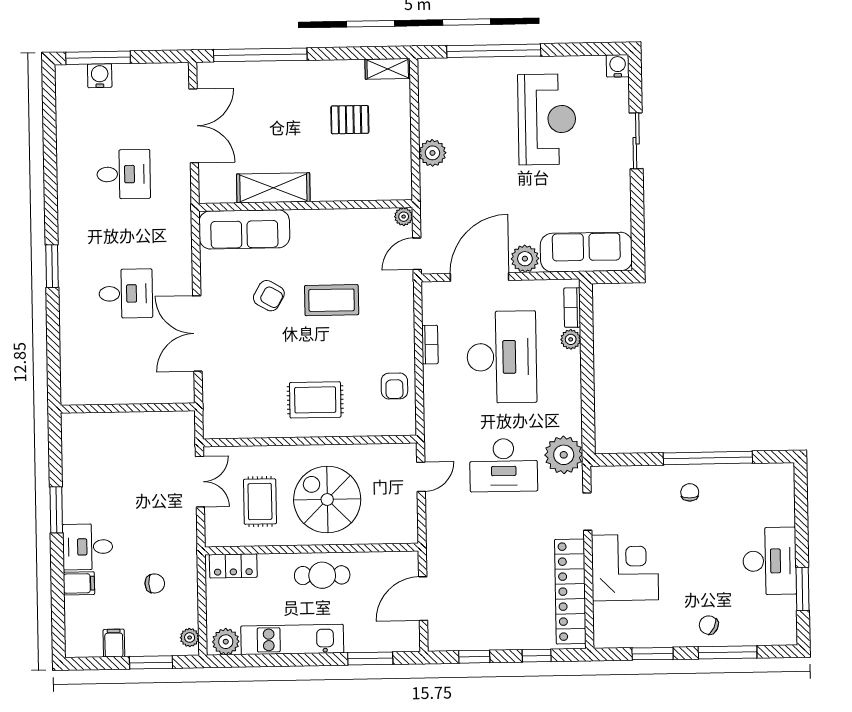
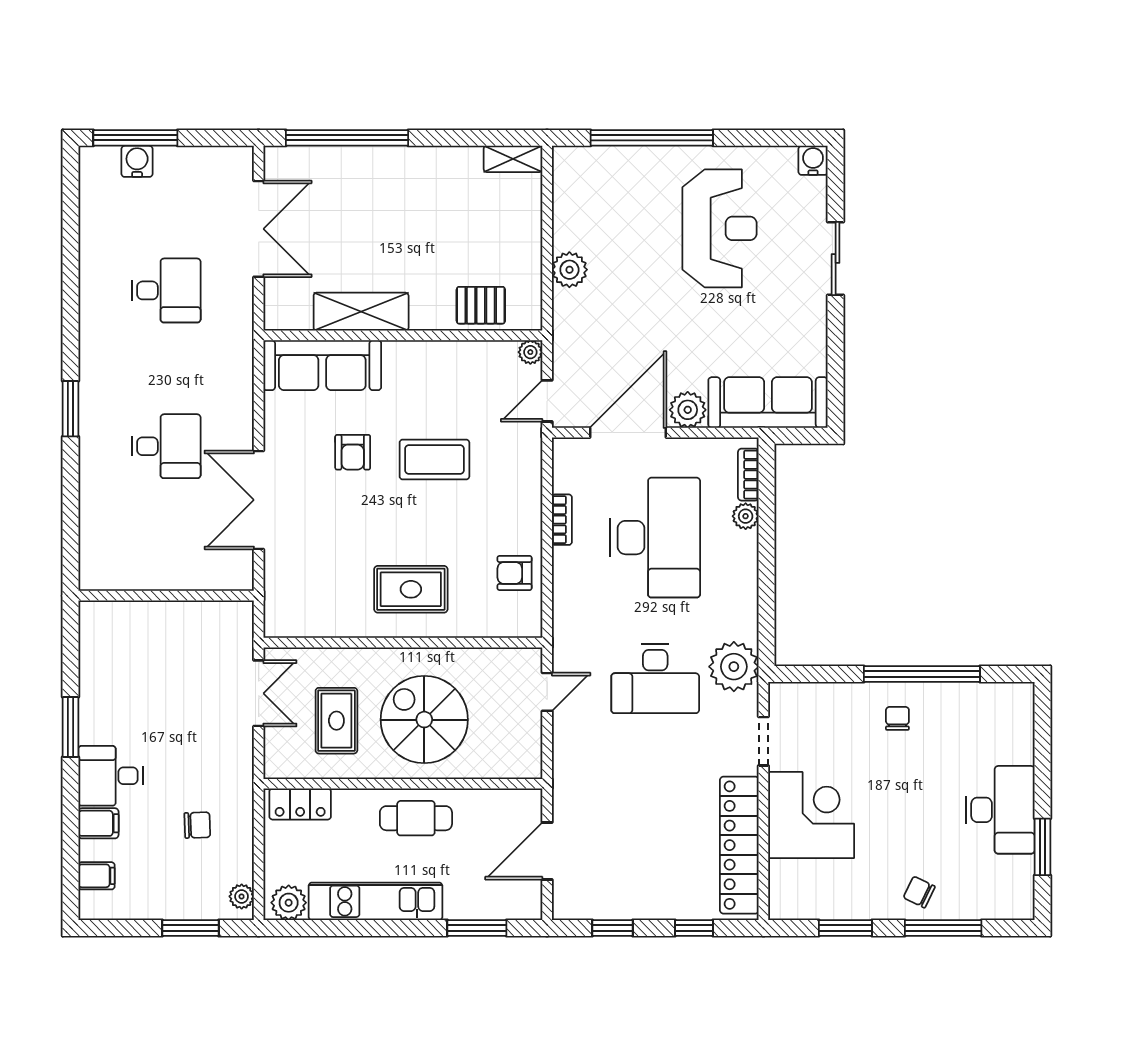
pallet: (350, 120) -> (481, 305), moved
armchair: (269, 296) -> (353, 452), turned 60
armchair: (394, 386) -> (515, 573), turned 90
filing cabinet: (114, 643) -> (96, 876), moved, turned 90

